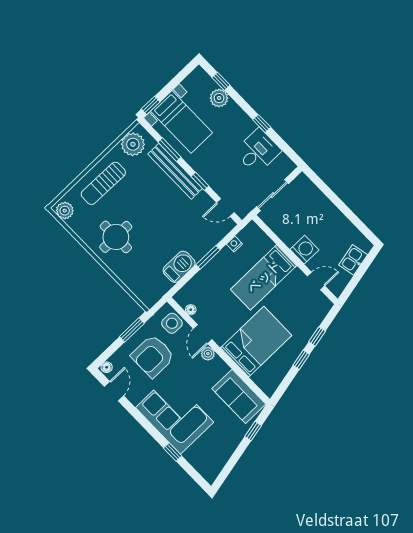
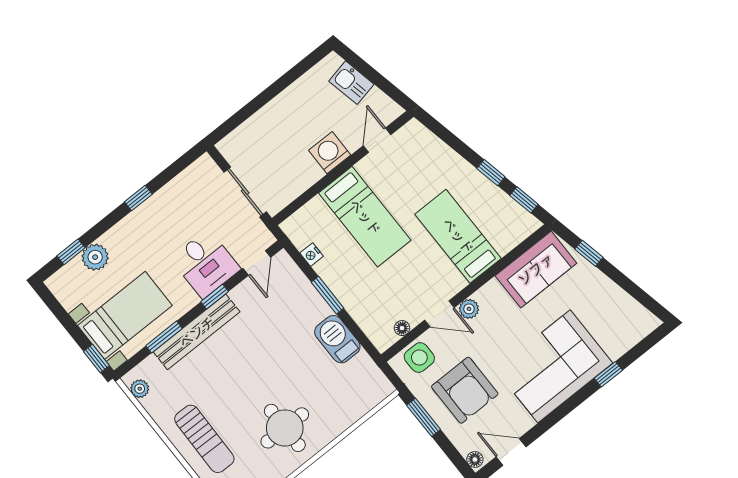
plant: (133, 144) -> (140, 389), width x0.53, depth x0.53
desk: (258, 151) -> (206, 264), moved, turned 180
window: (317, 336) -> (524, 200), moved
bed: (256, 342) -> (458, 236), width x0.67

